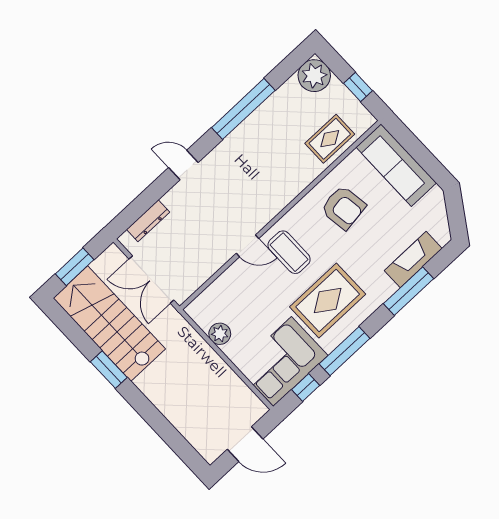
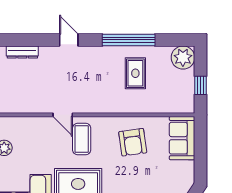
rug: (330, 139) -> (135, 73), moved, turned 90
sofa: (396, 165) -> (182, 138), width x0.73

